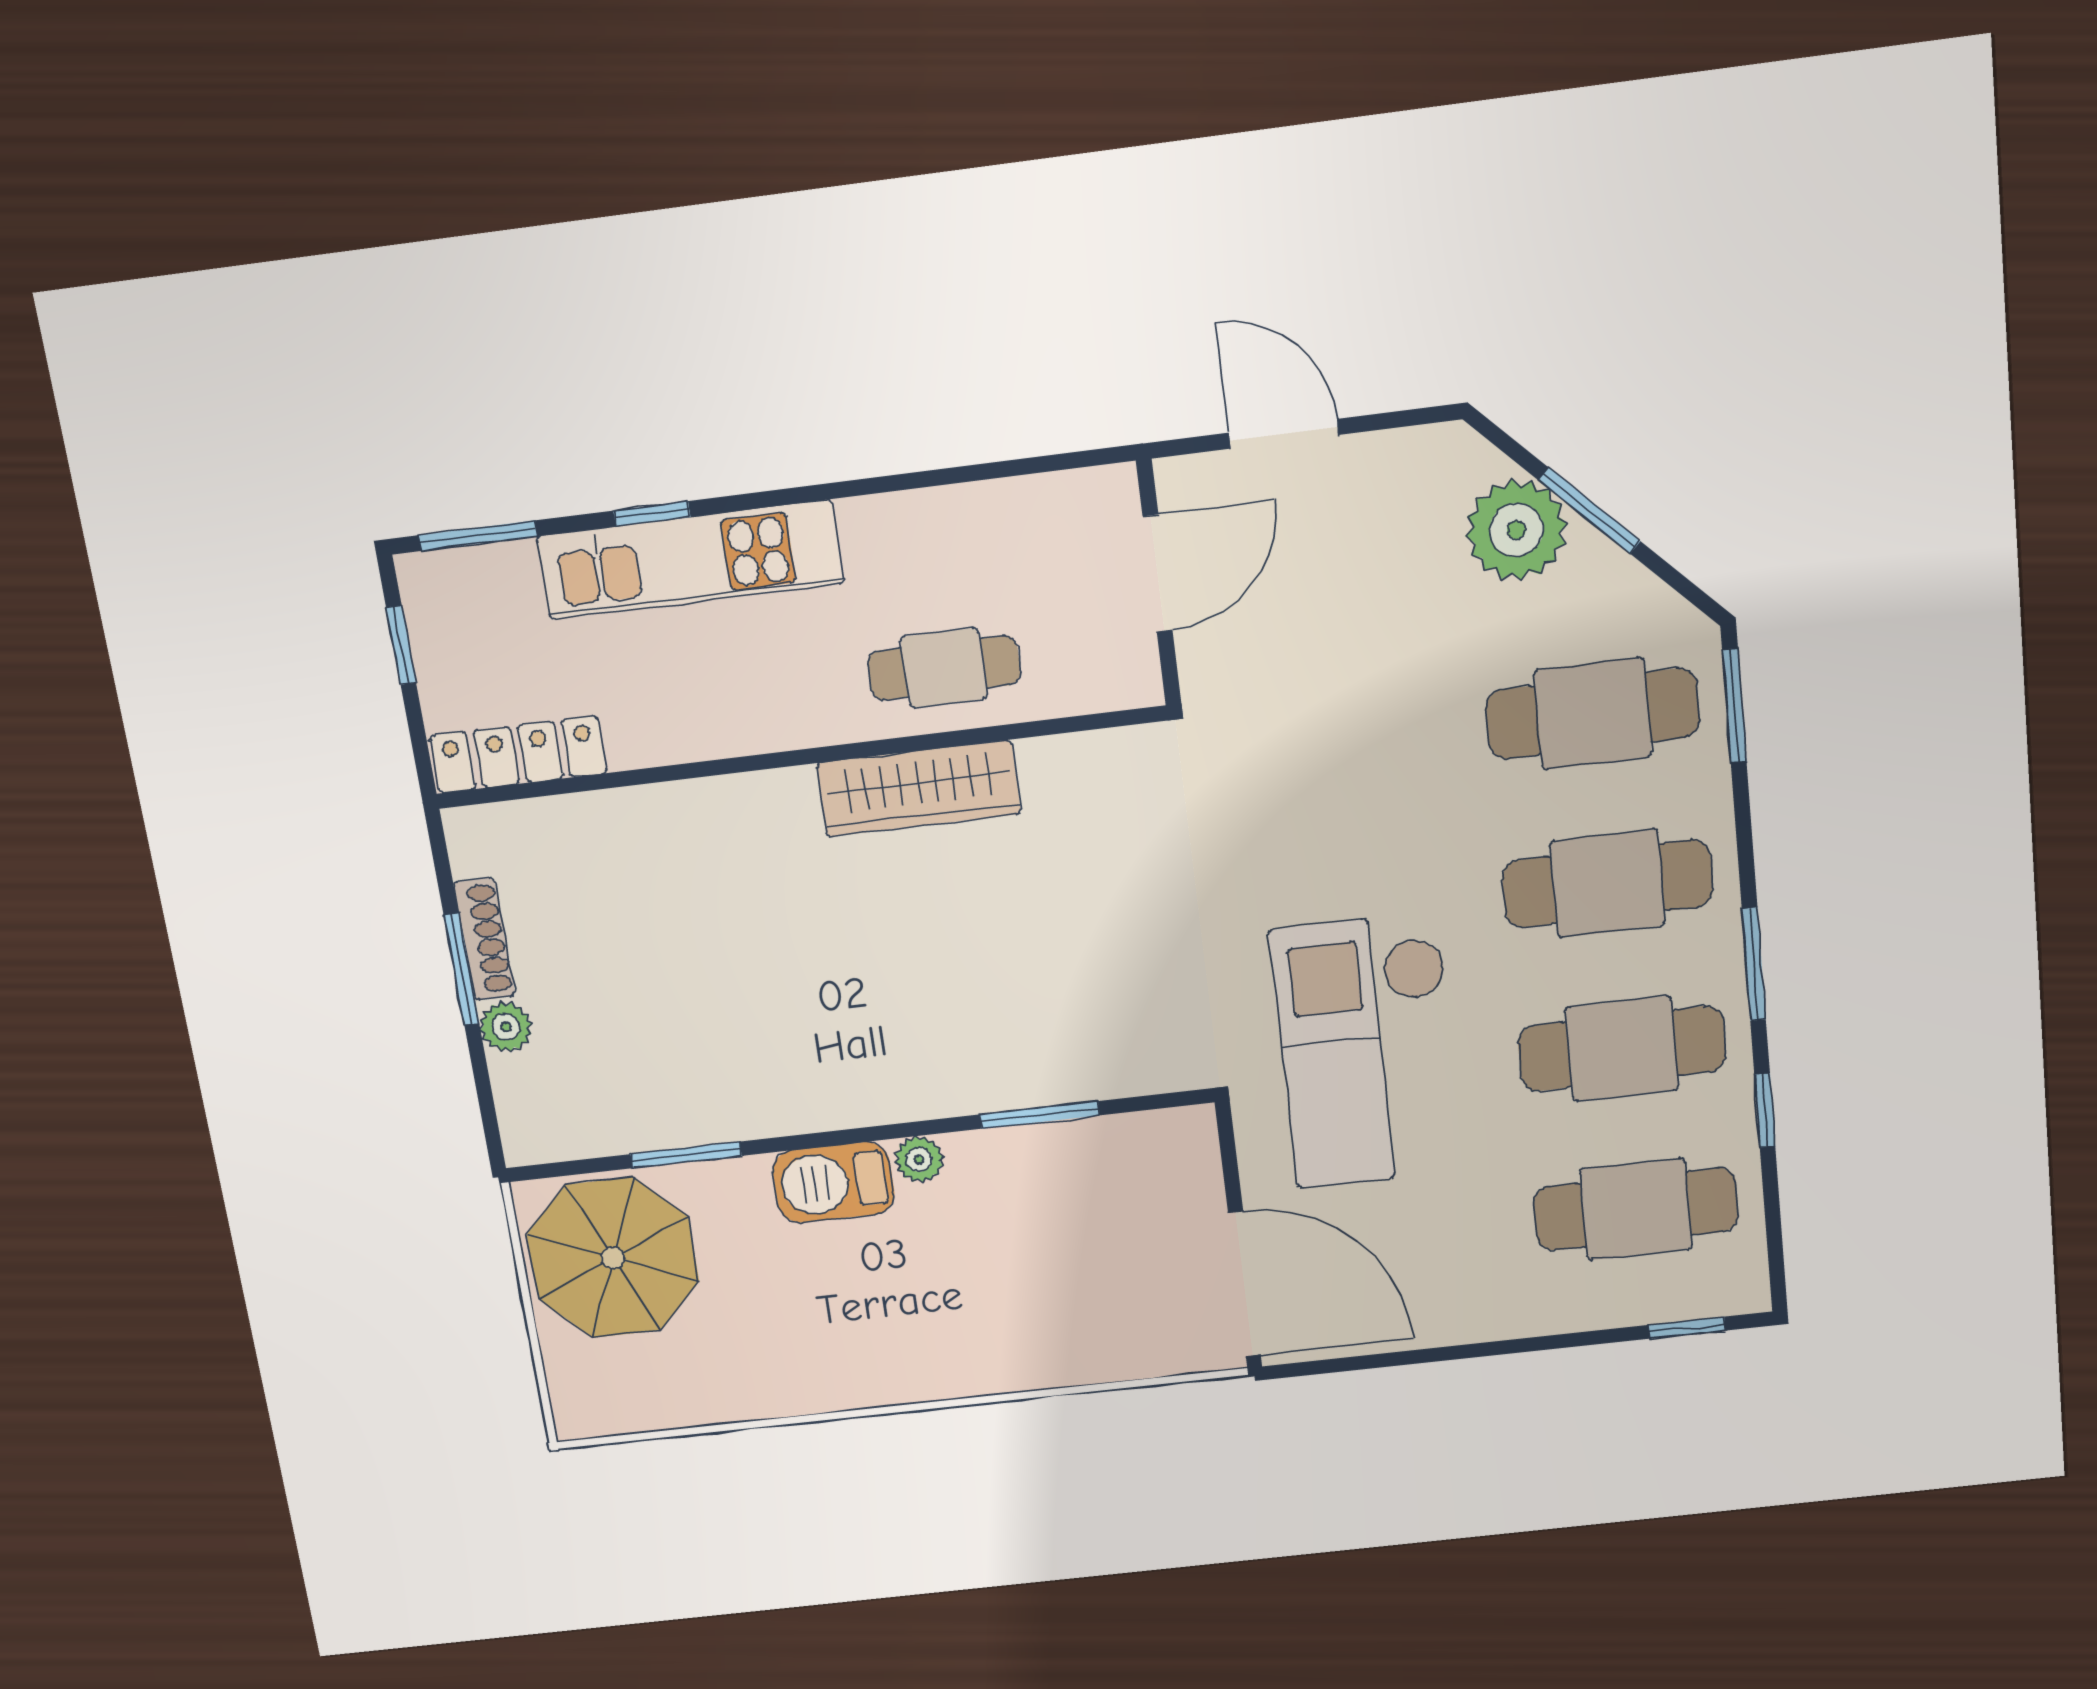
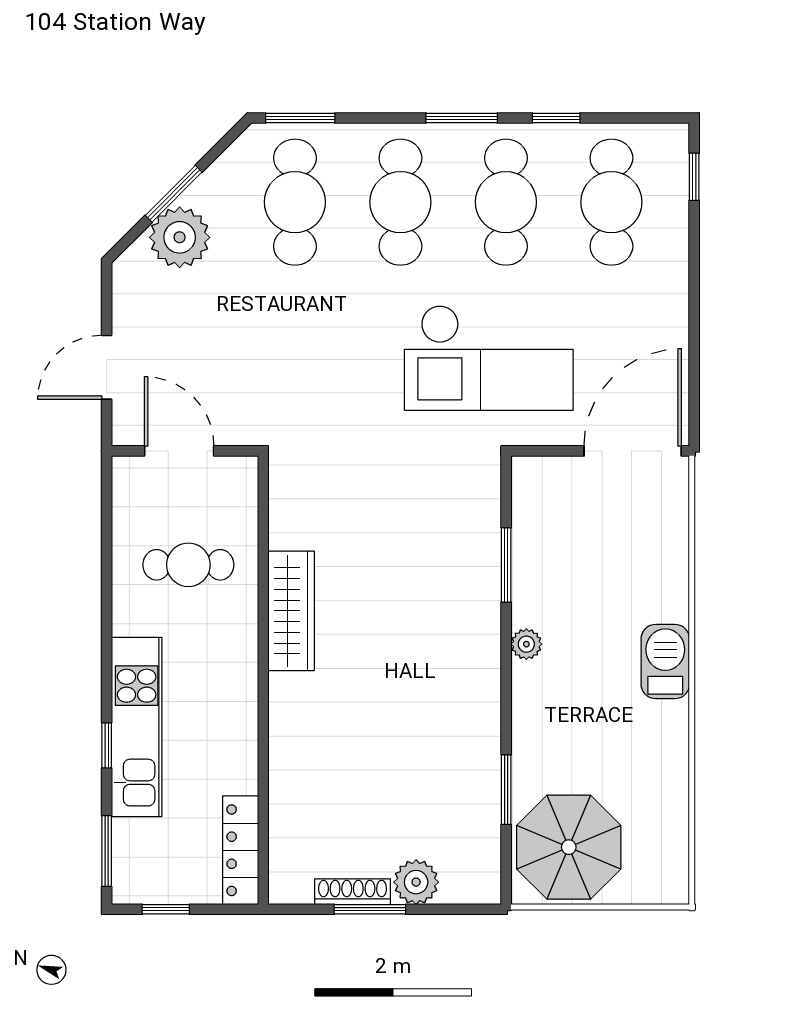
cafe table: (944, 668) -> (188, 565), moved, turned 90
plant: (506, 1027) -> (416, 882), width x1.38, depth x1.38
barbecue: (834, 1182) -> (665, 661), moved, turned 180

